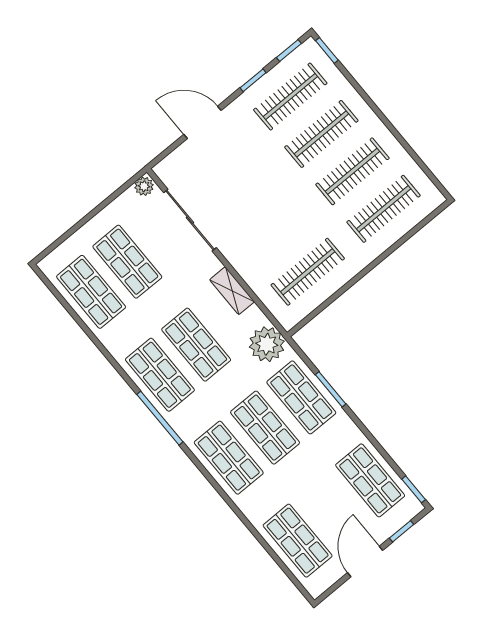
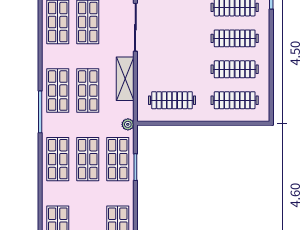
shelving: (232, 291) -> (125, 79), width x1.50, depth x1.33
plant: (267, 344) -> (128, 124), width x0.53, depth x0.53

